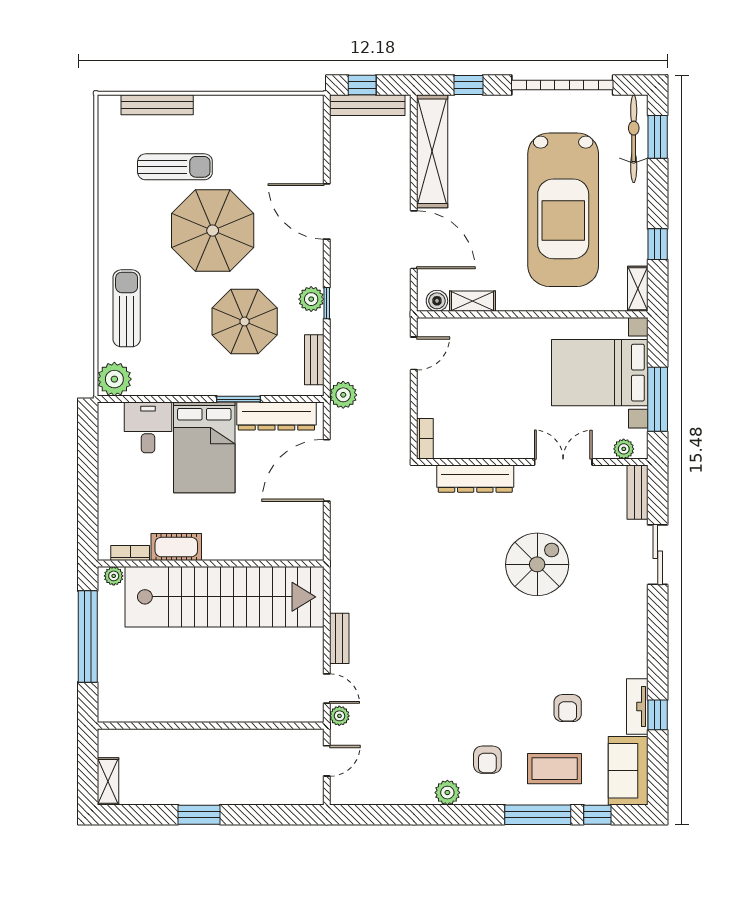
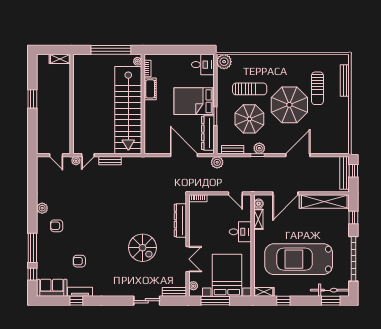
sun lounger: (127, 308) -> (250, 89), moved
desk: (501, 342) -> (240, 232), added
desk: (148, 427) -> (203, 65), moved
coffee table: (555, 769) -> (53, 255), removed
shelving: (108, 781) -> (60, 59), moved

